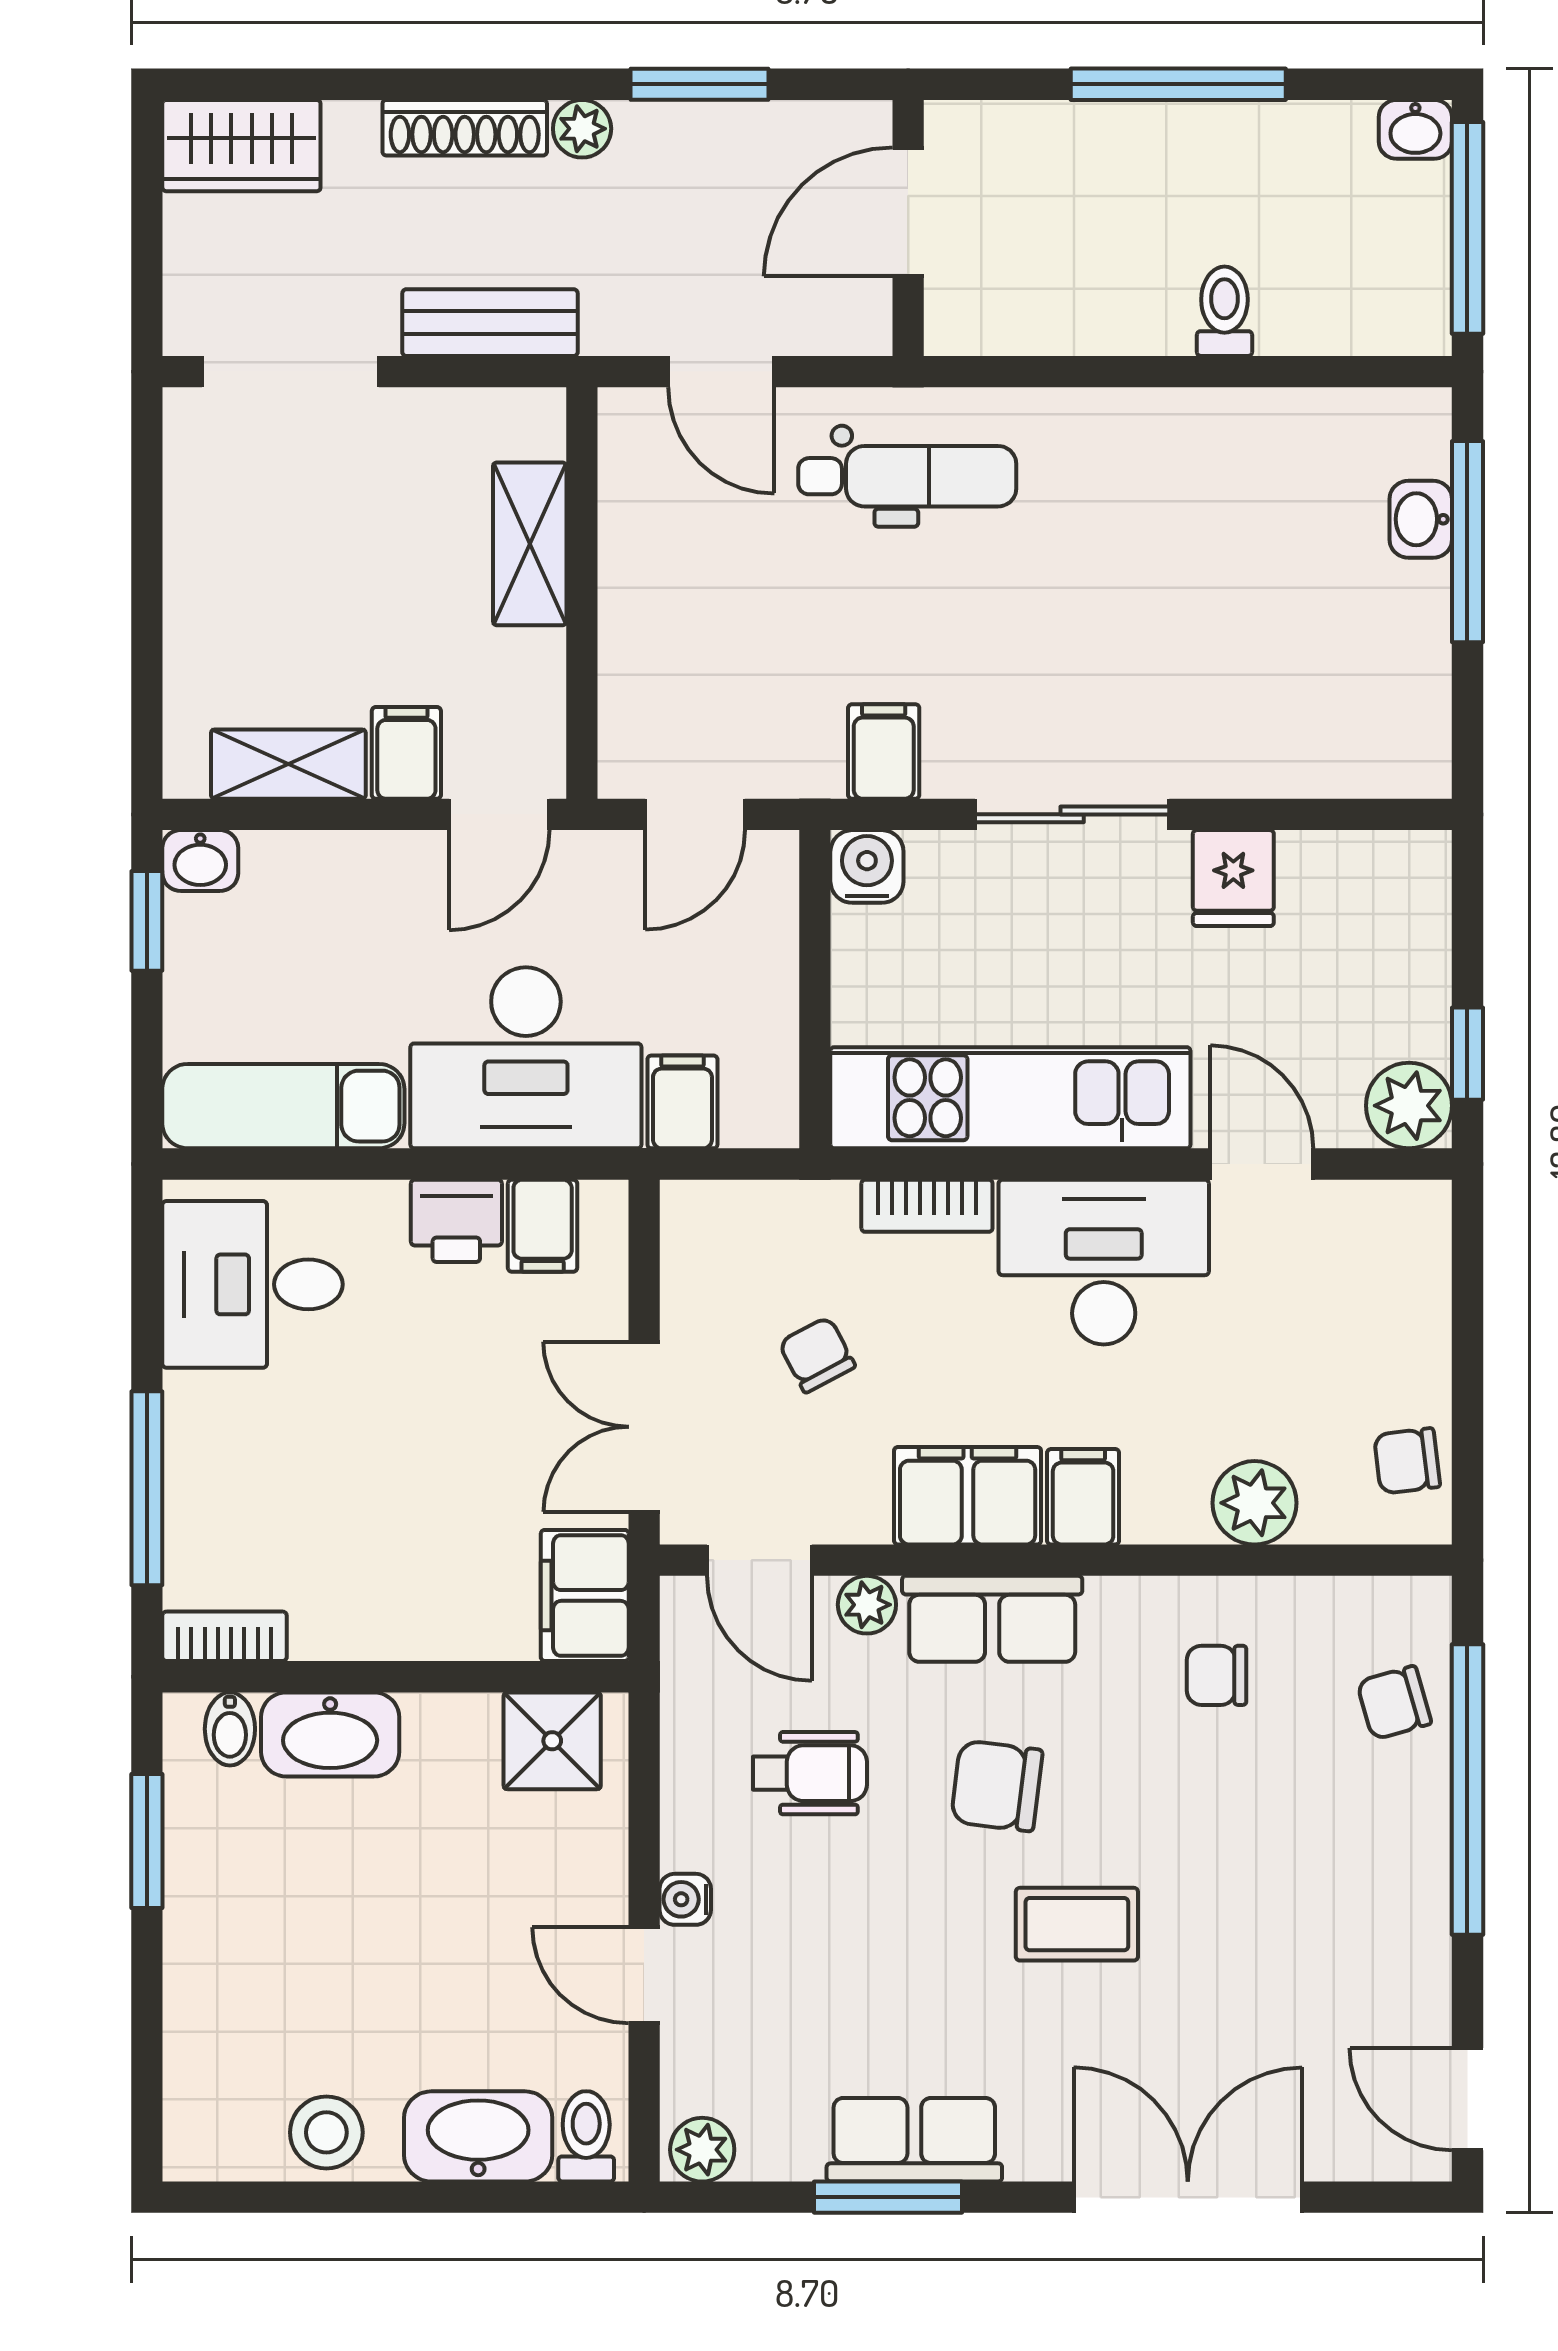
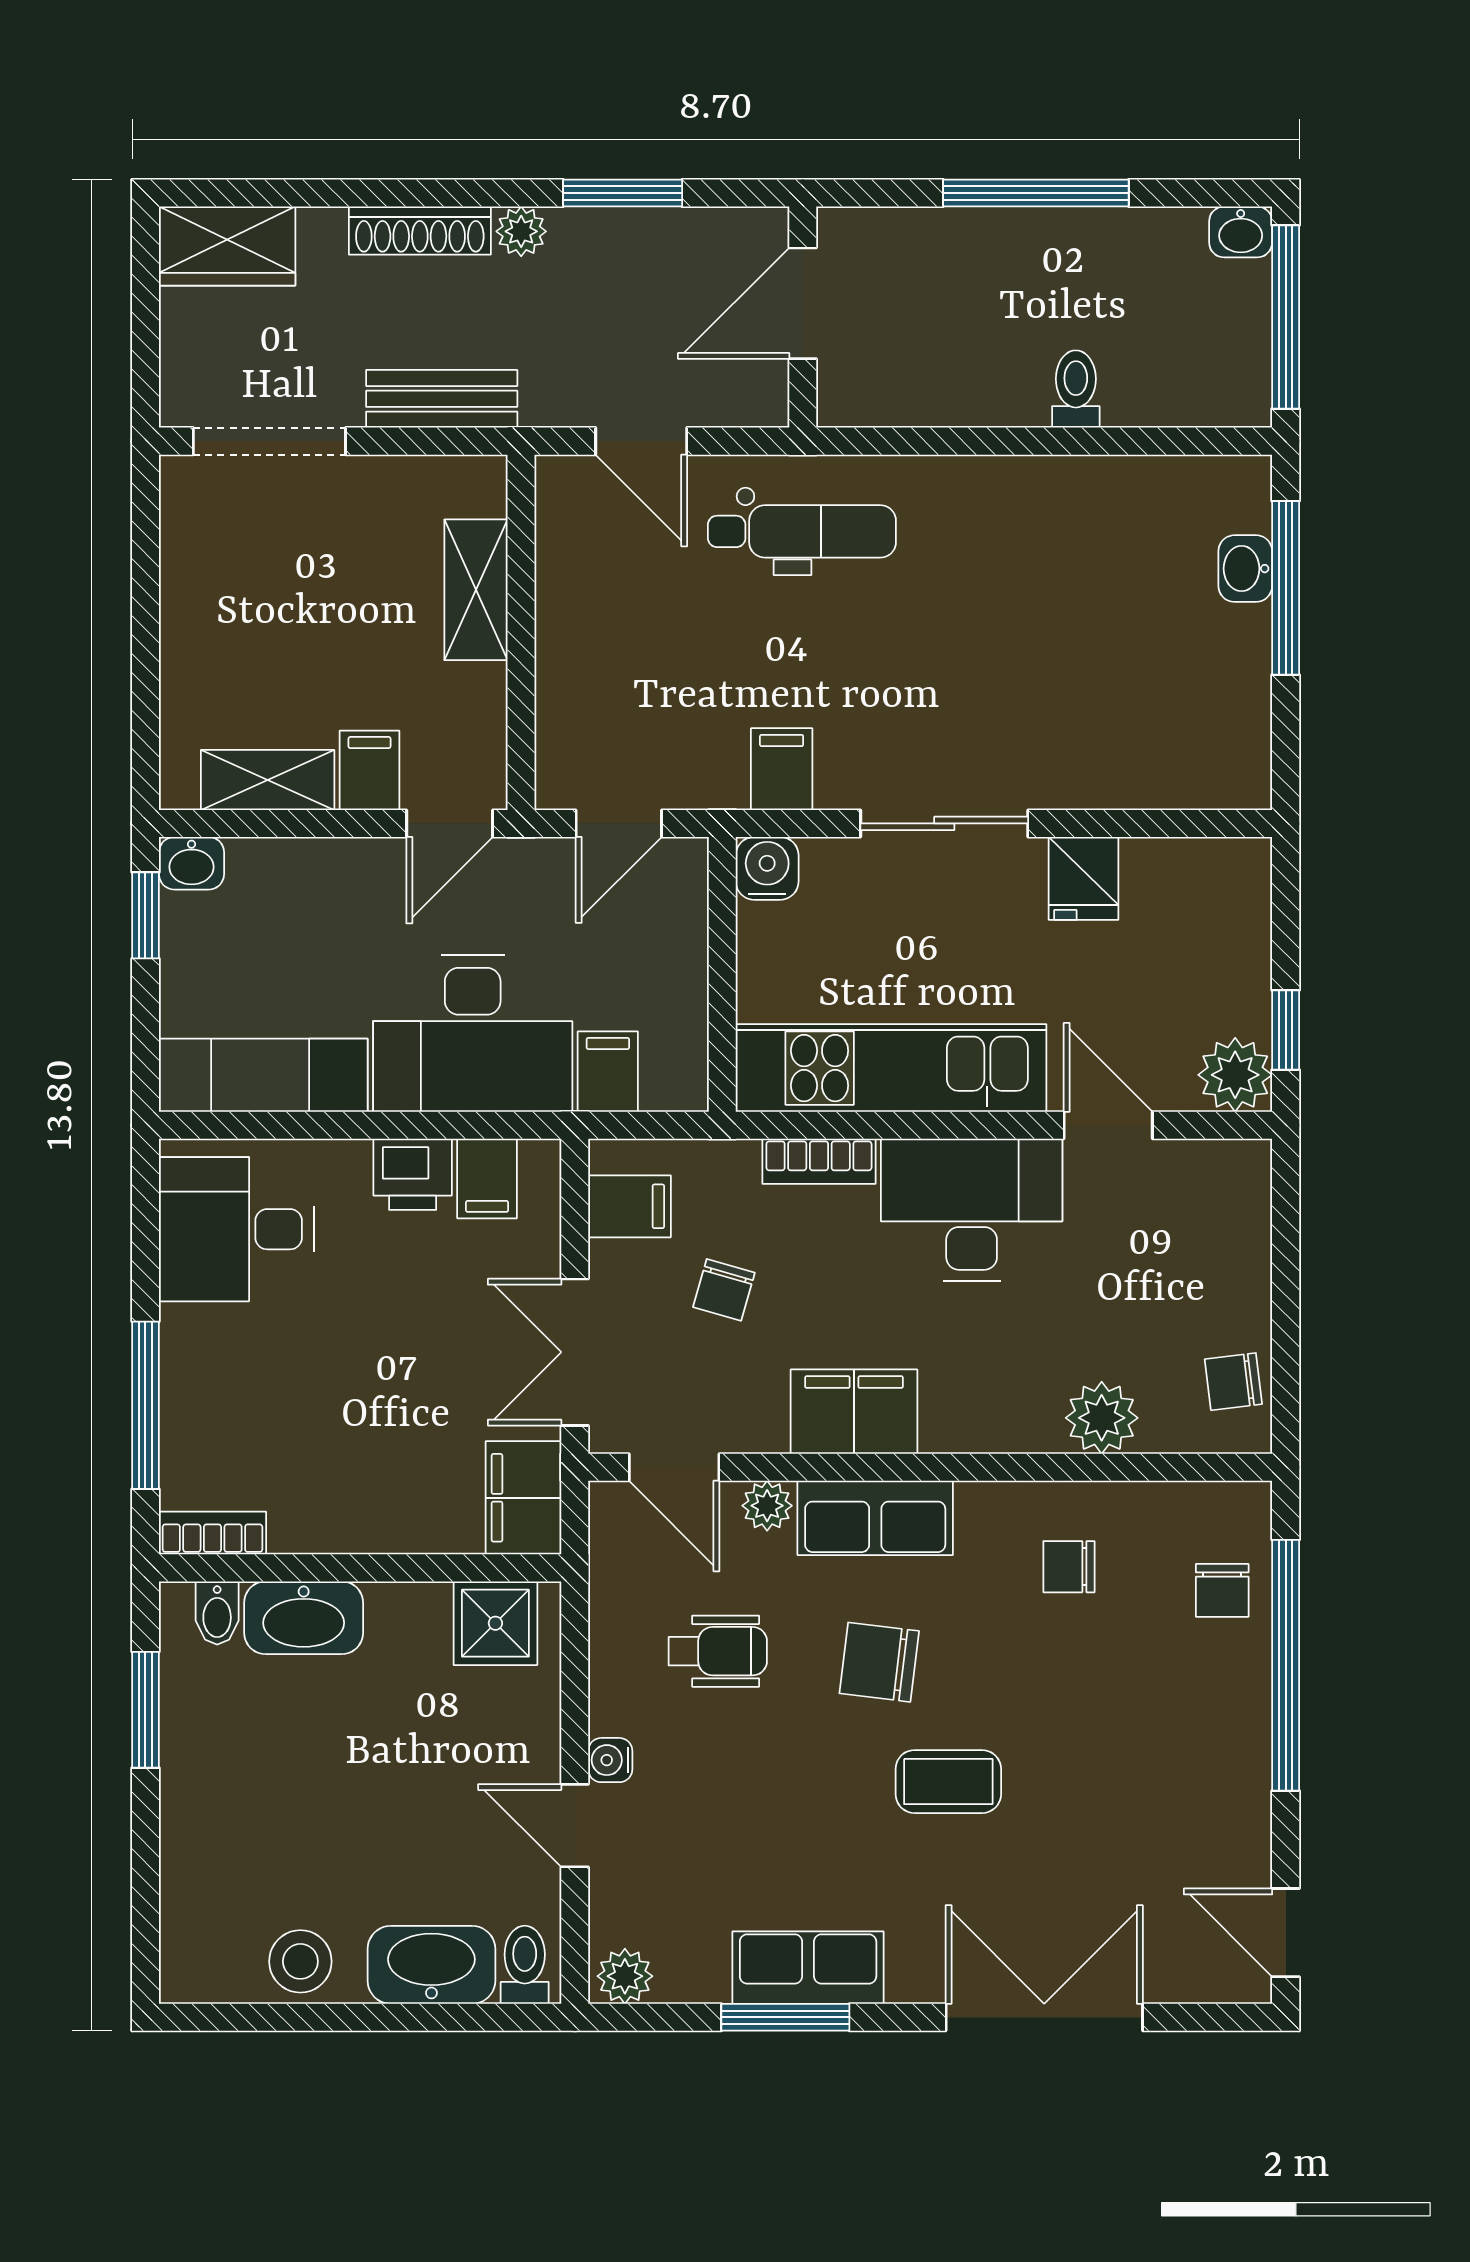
chair: (817, 1355) -> (724, 1290), turned -136
filing cabinet: (1083, 1497) -> (629, 1206), moved, turned 90
chair: (1394, 1703) -> (1222, 1590), turned -74

